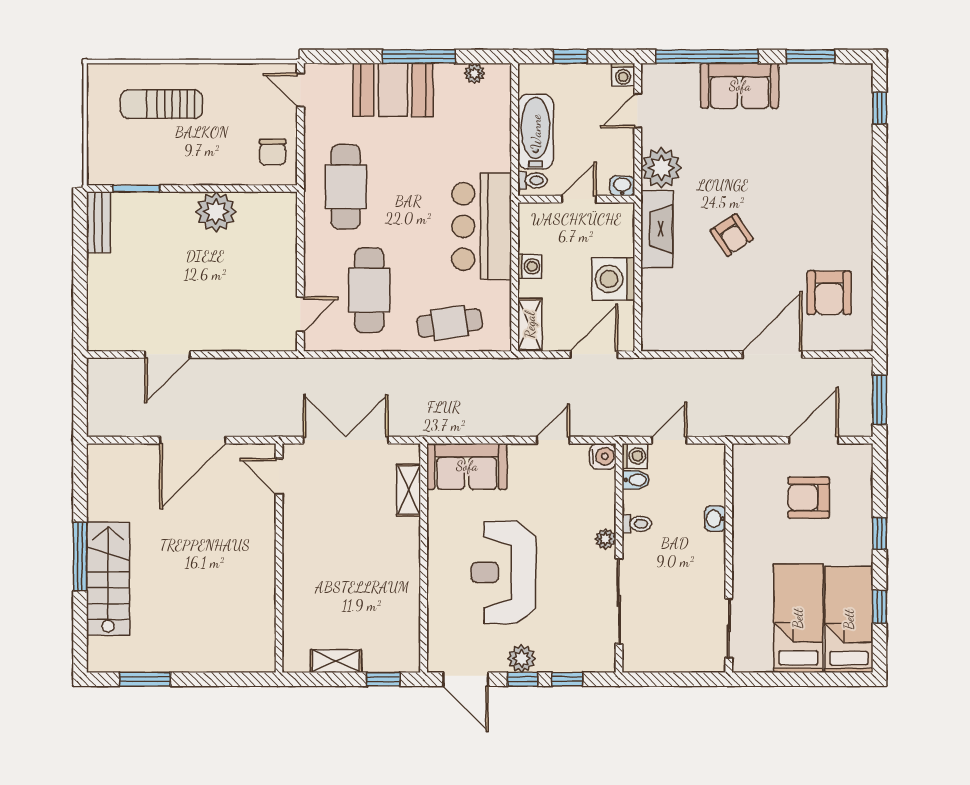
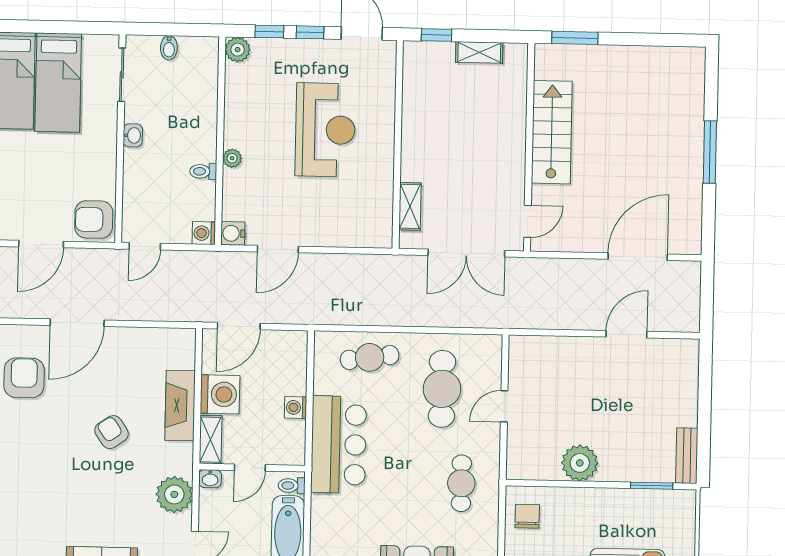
cafe table: (346, 187) -> (461, 483), width x0.73, depth x0.74
fireplace: (657, 229) -> (180, 405), moved
door: (300, 314) -> (504, 406), moved
shelving: (530, 325) -> (211, 440), moved
door: (193, 440) -> (638, 257), moved
door: (553, 440) -> (278, 249), width x1.38
door: (669, 440) -> (145, 246), moved
sofa: (467, 466) -> (357, 227), removed
door: (279, 476) -> (528, 221), hinge flipped
bidet: (636, 480) -> (169, 48), moved, turned -90
armchair: (809, 498) -> (94, 219), moved, turned 180
washbasin: (715, 519) -> (133, 135), moved
stairs: (108, 579) -> (552, 132), moved, turned 180
sliding door: (619, 601) -> (221, 101), removed
plant: (522, 659) -> (238, 50), moved
window: (145, 679) -> (575, 38), moved

